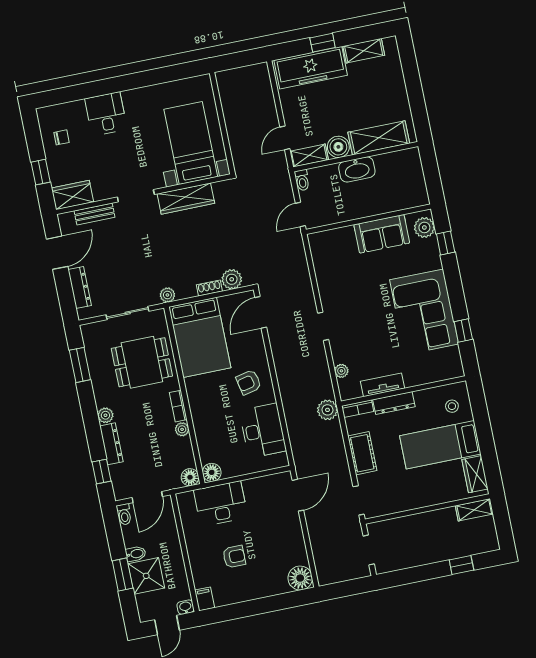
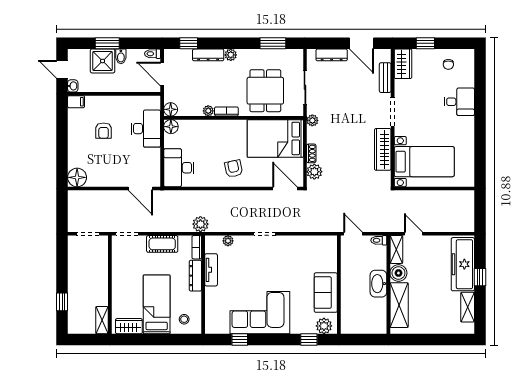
desk: (263, 431) -> (179, 168), moved, turned 90

